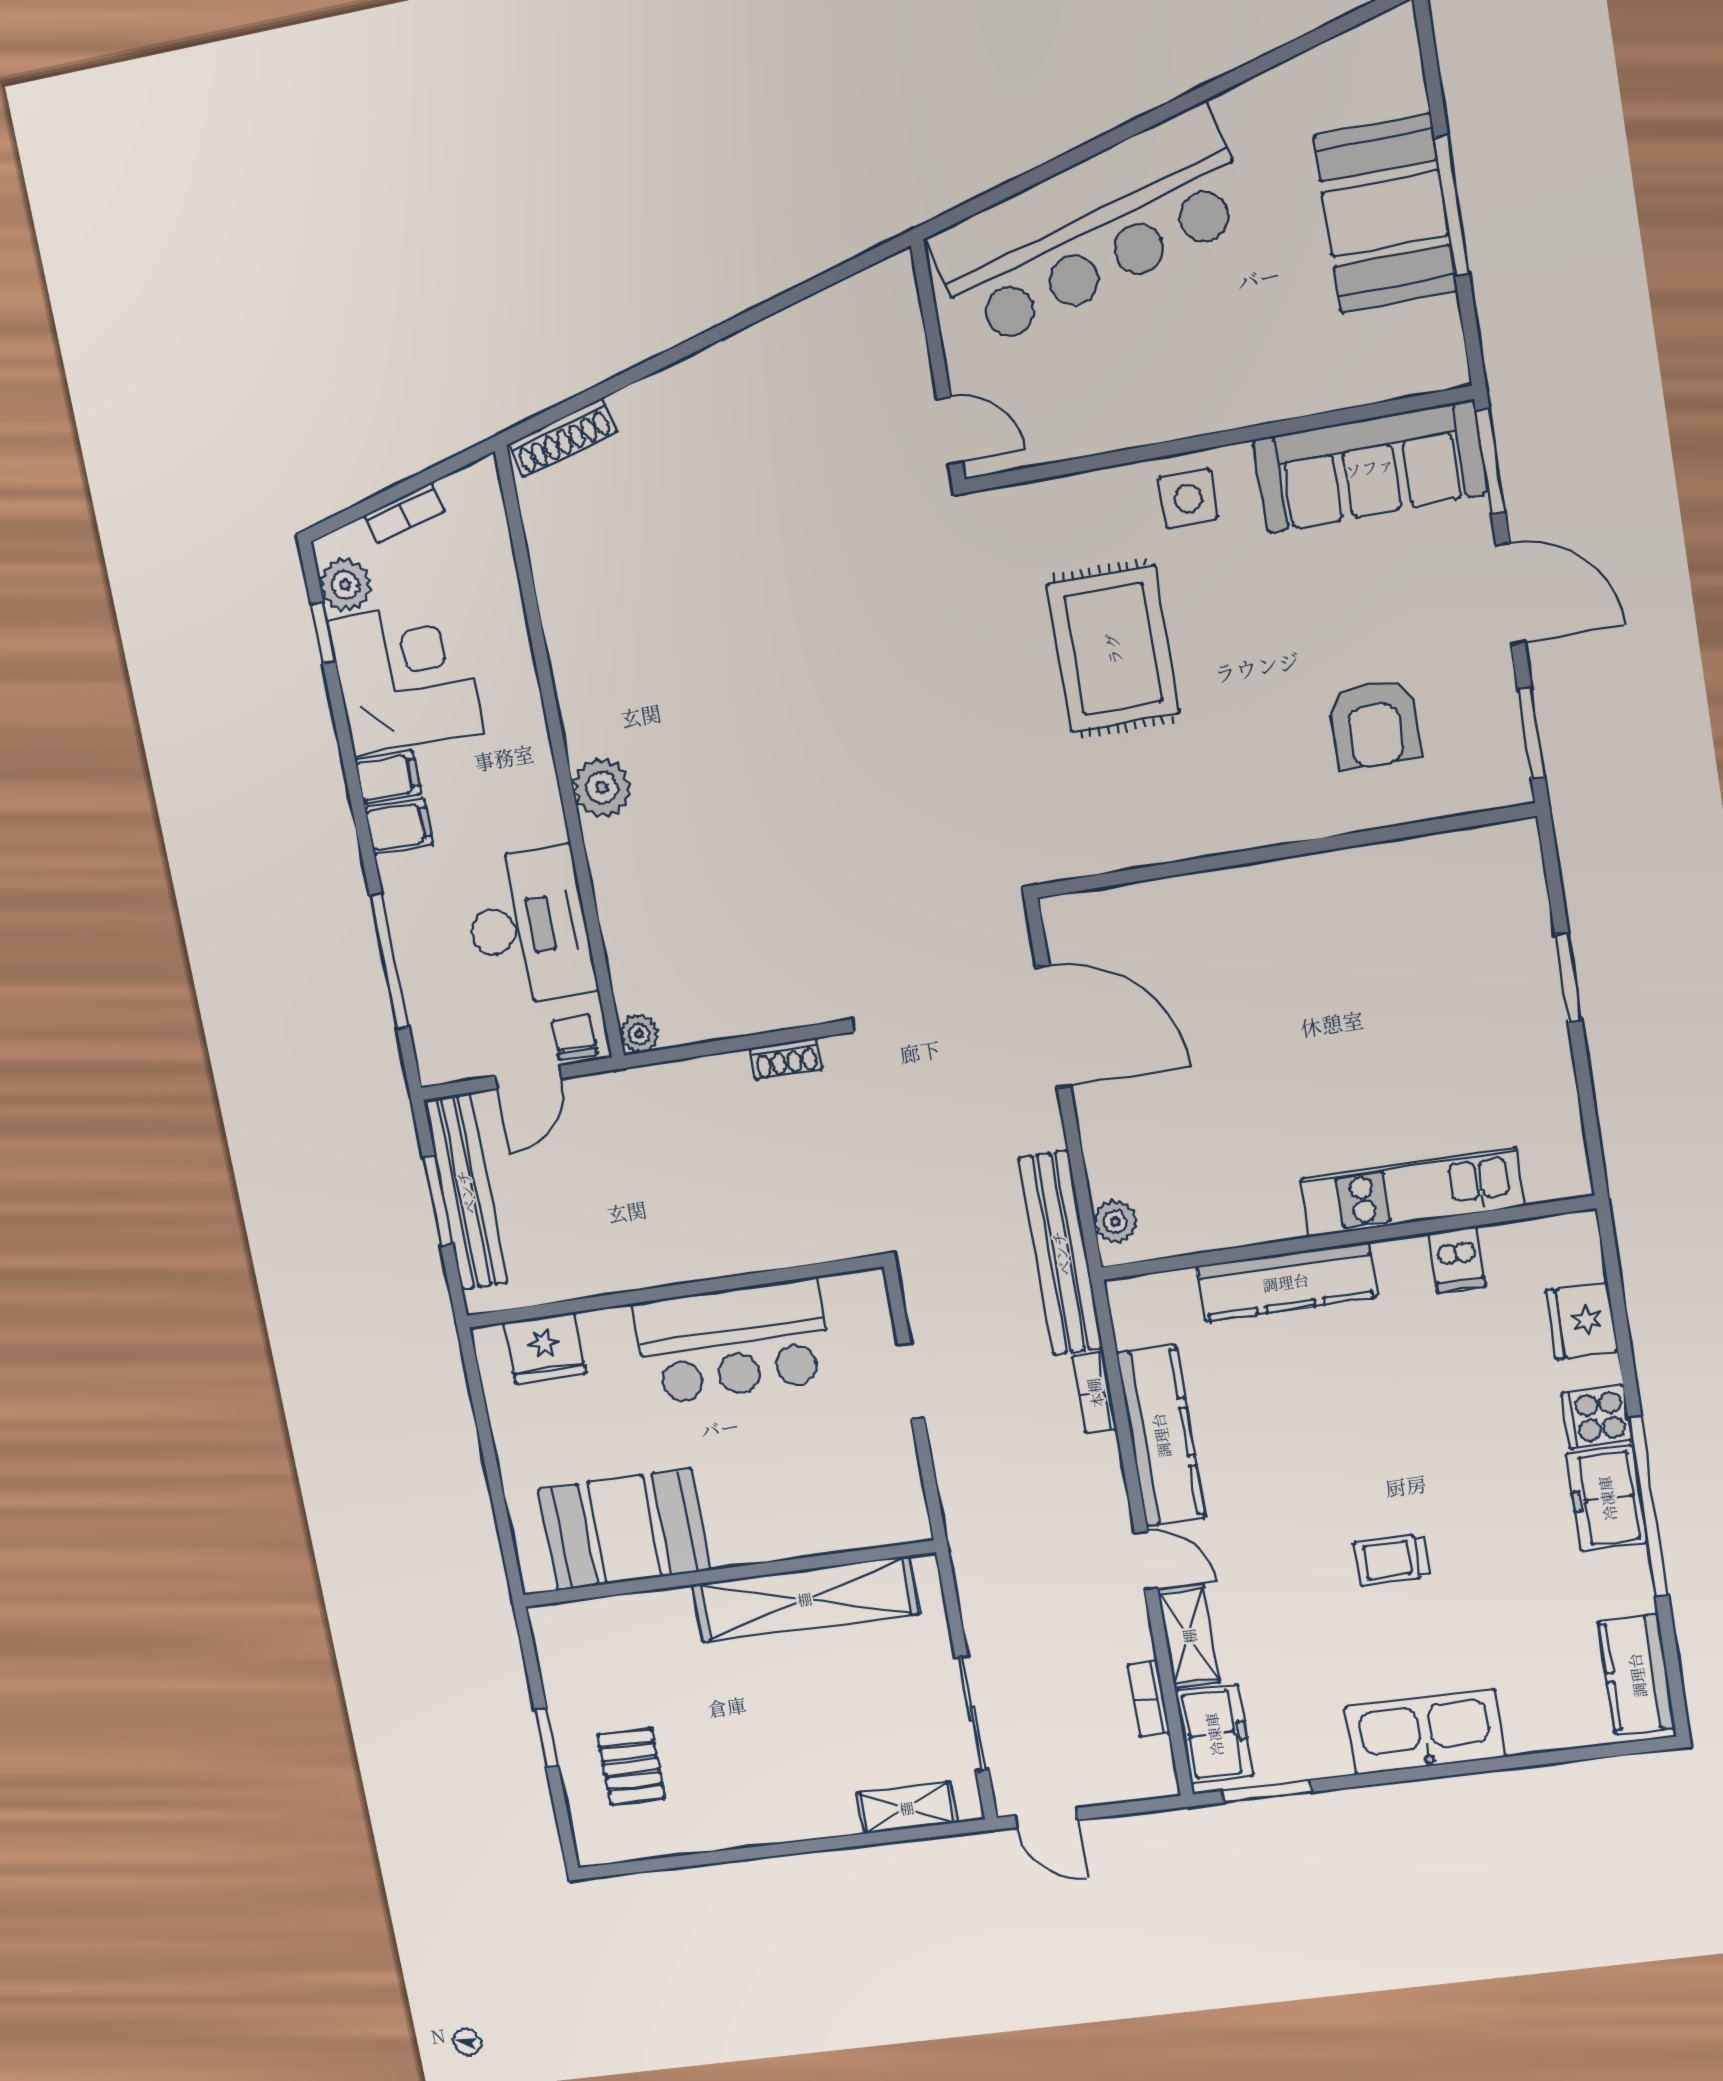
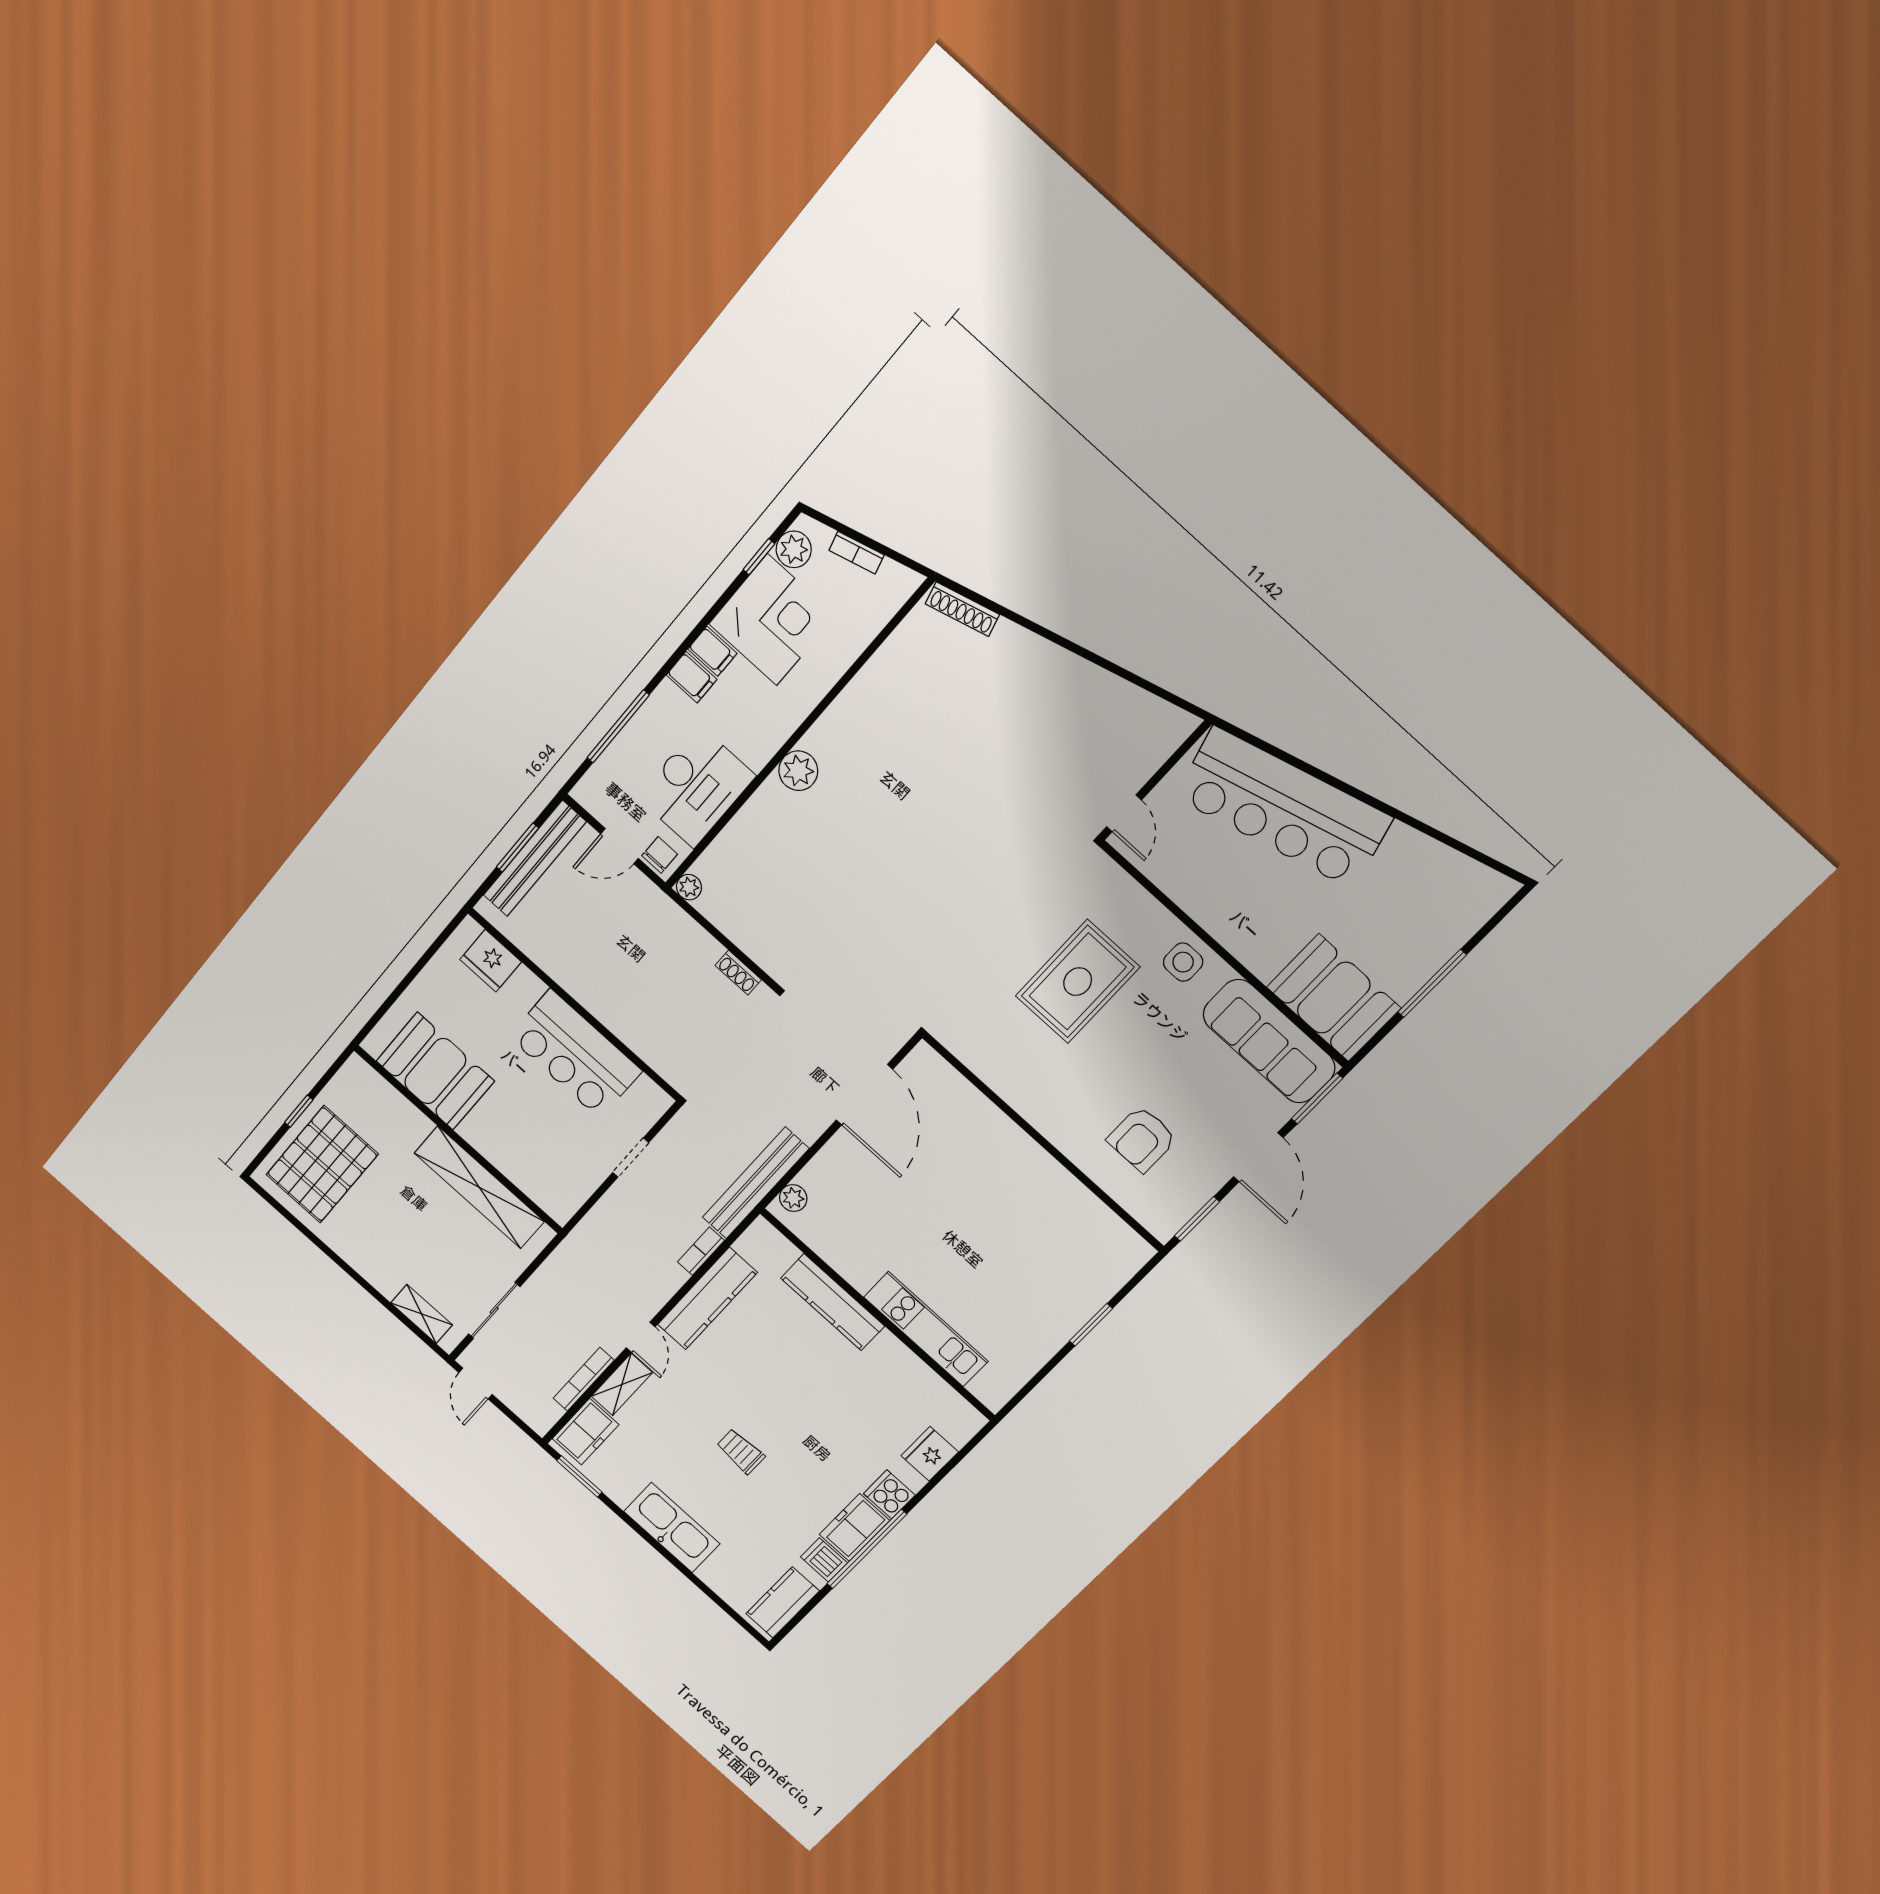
booth: (1385, 213) -> (1334, 998), moved, turned 90
dishwasher: (1457, 1259) -> (824, 1560), moved, turned 90
bookcase: (1148, 1699) -> (584, 1379), width x1.56
pallet: (631, 1767) -> (322, 1164), width x2.05, depth x2.00

